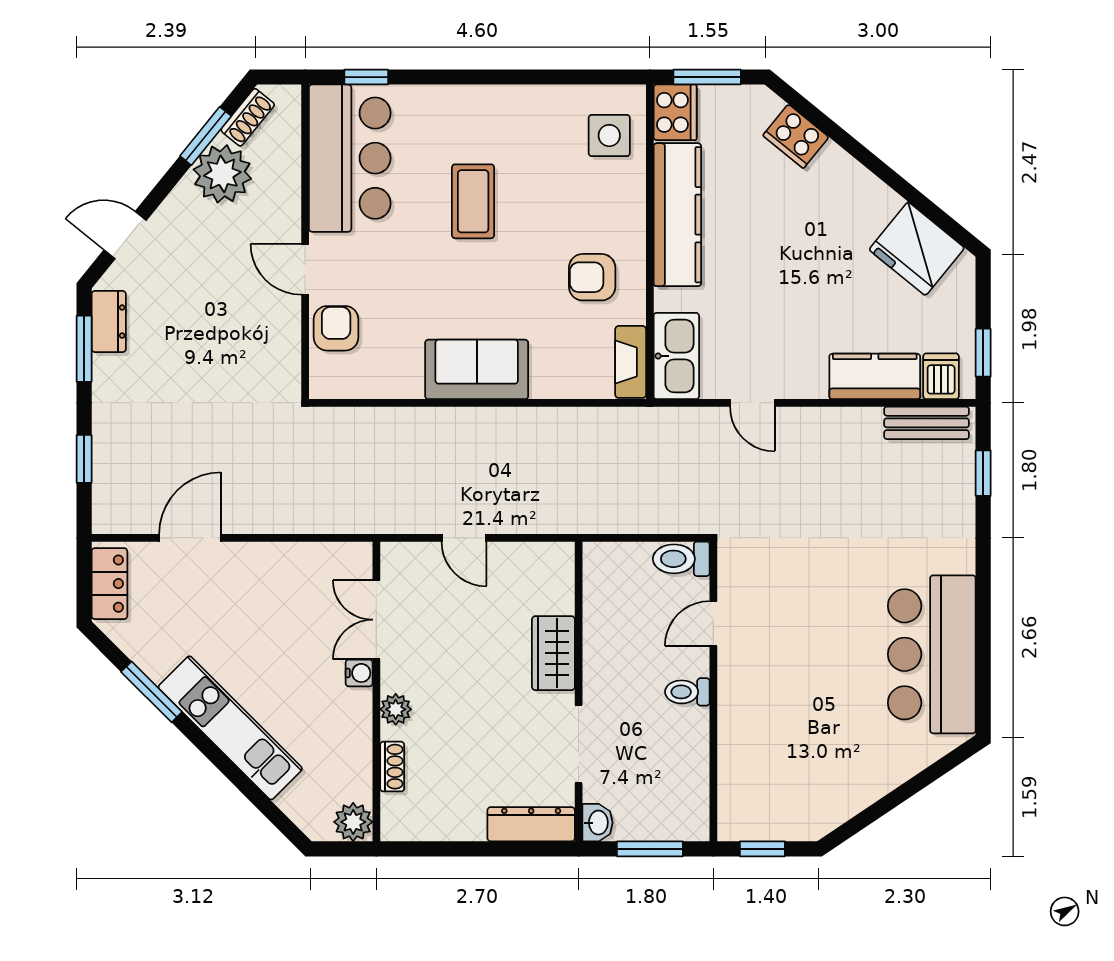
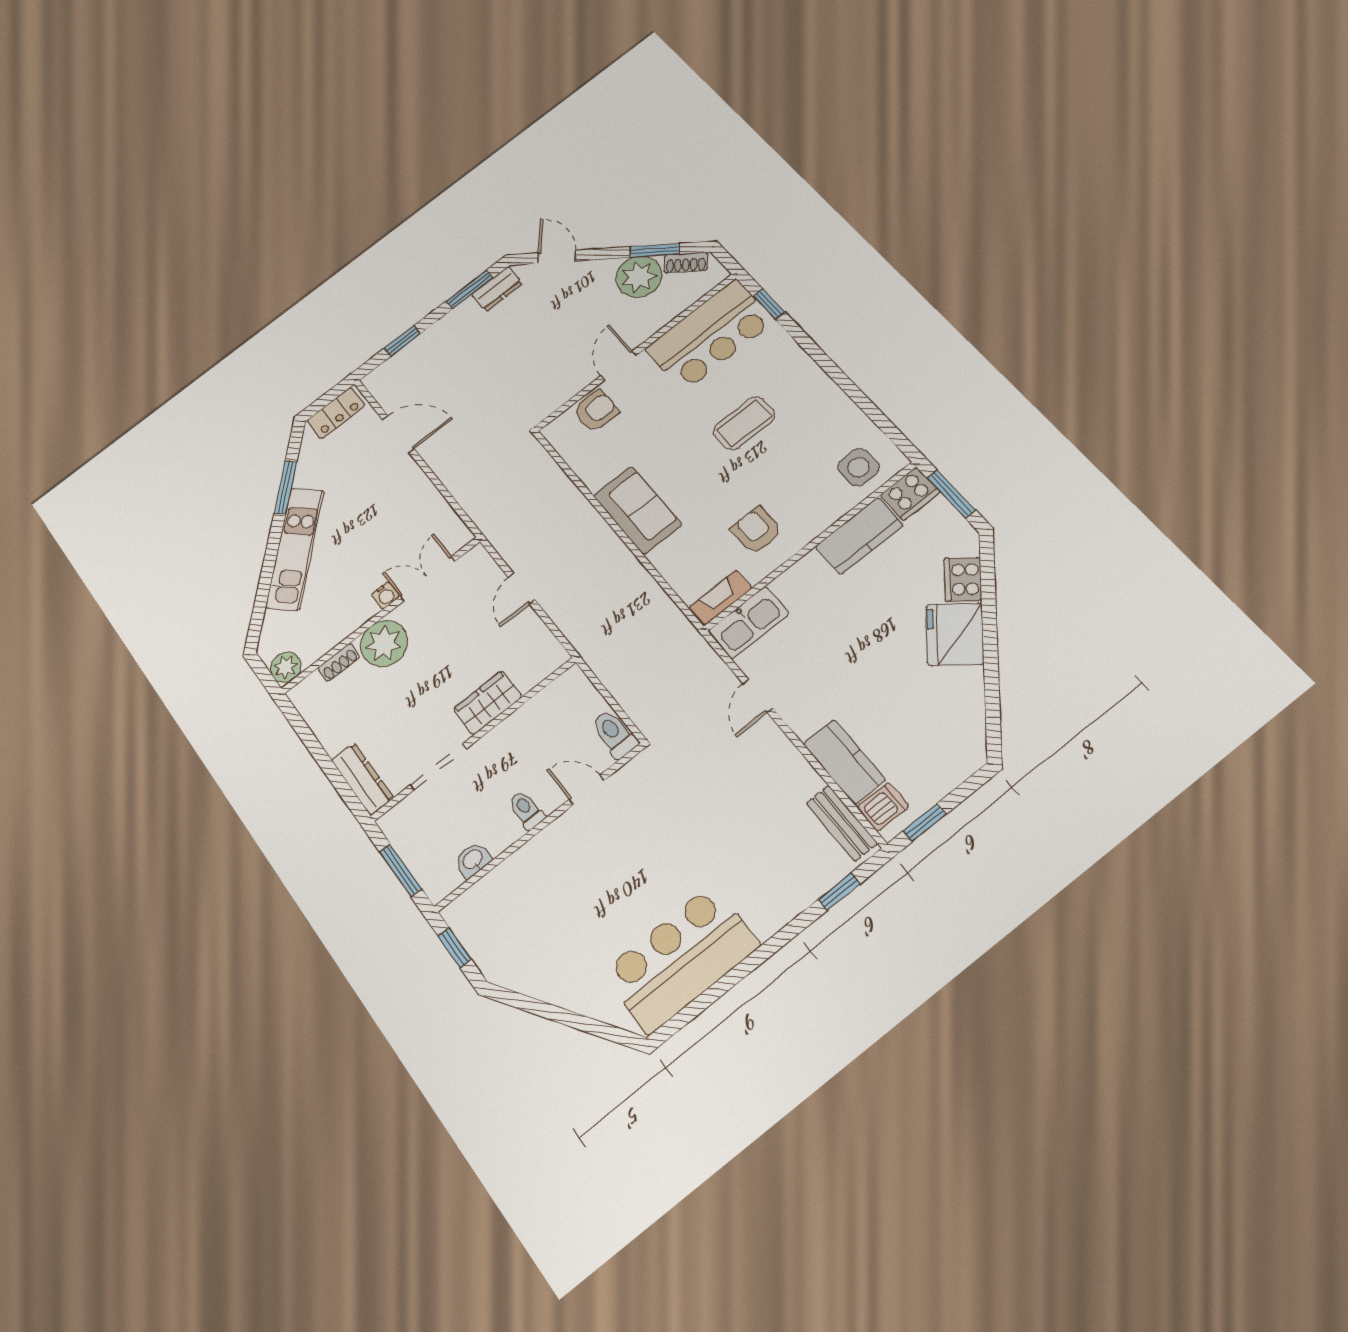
kitchen counter: (677, 215) -> (859, 536), width x0.67
fridge: (917, 249) -> (955, 634), moved
plant: (396, 709) -> (384, 644), width x1.87, depth x1.87
washbasin: (597, 823) -> (473, 860), moved, turned 180

